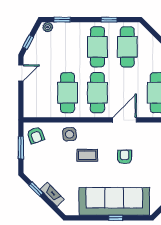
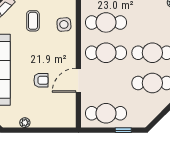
door: (125, 120) -> (78, 80), swing flipped
coffee table: (87, 155) -> (33, 21), moved

